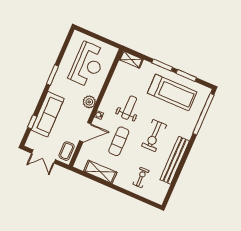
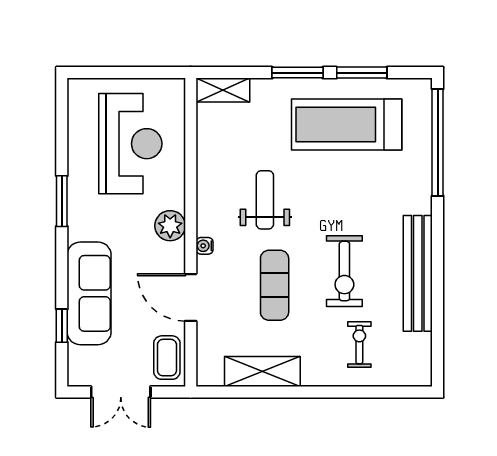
treadmill: (172, 93) -> (347, 124), turned 180
door: (85, 132) -> (191, 297), swing flipped
exercise bike: (154, 136) -> (344, 271), moved

